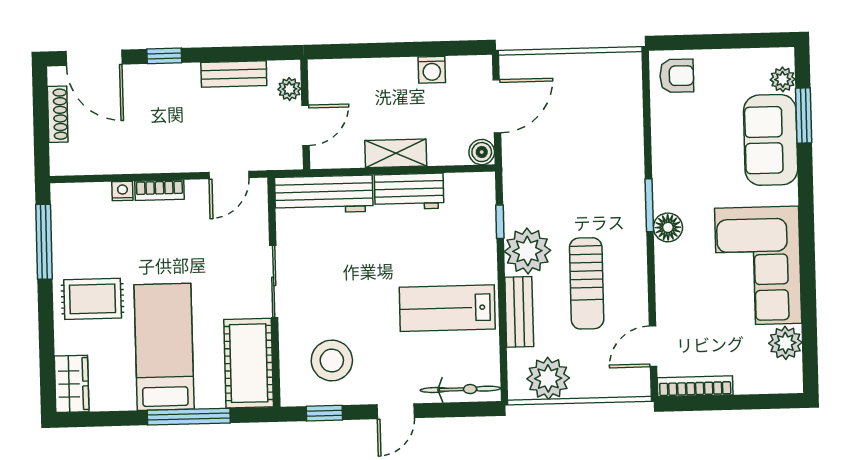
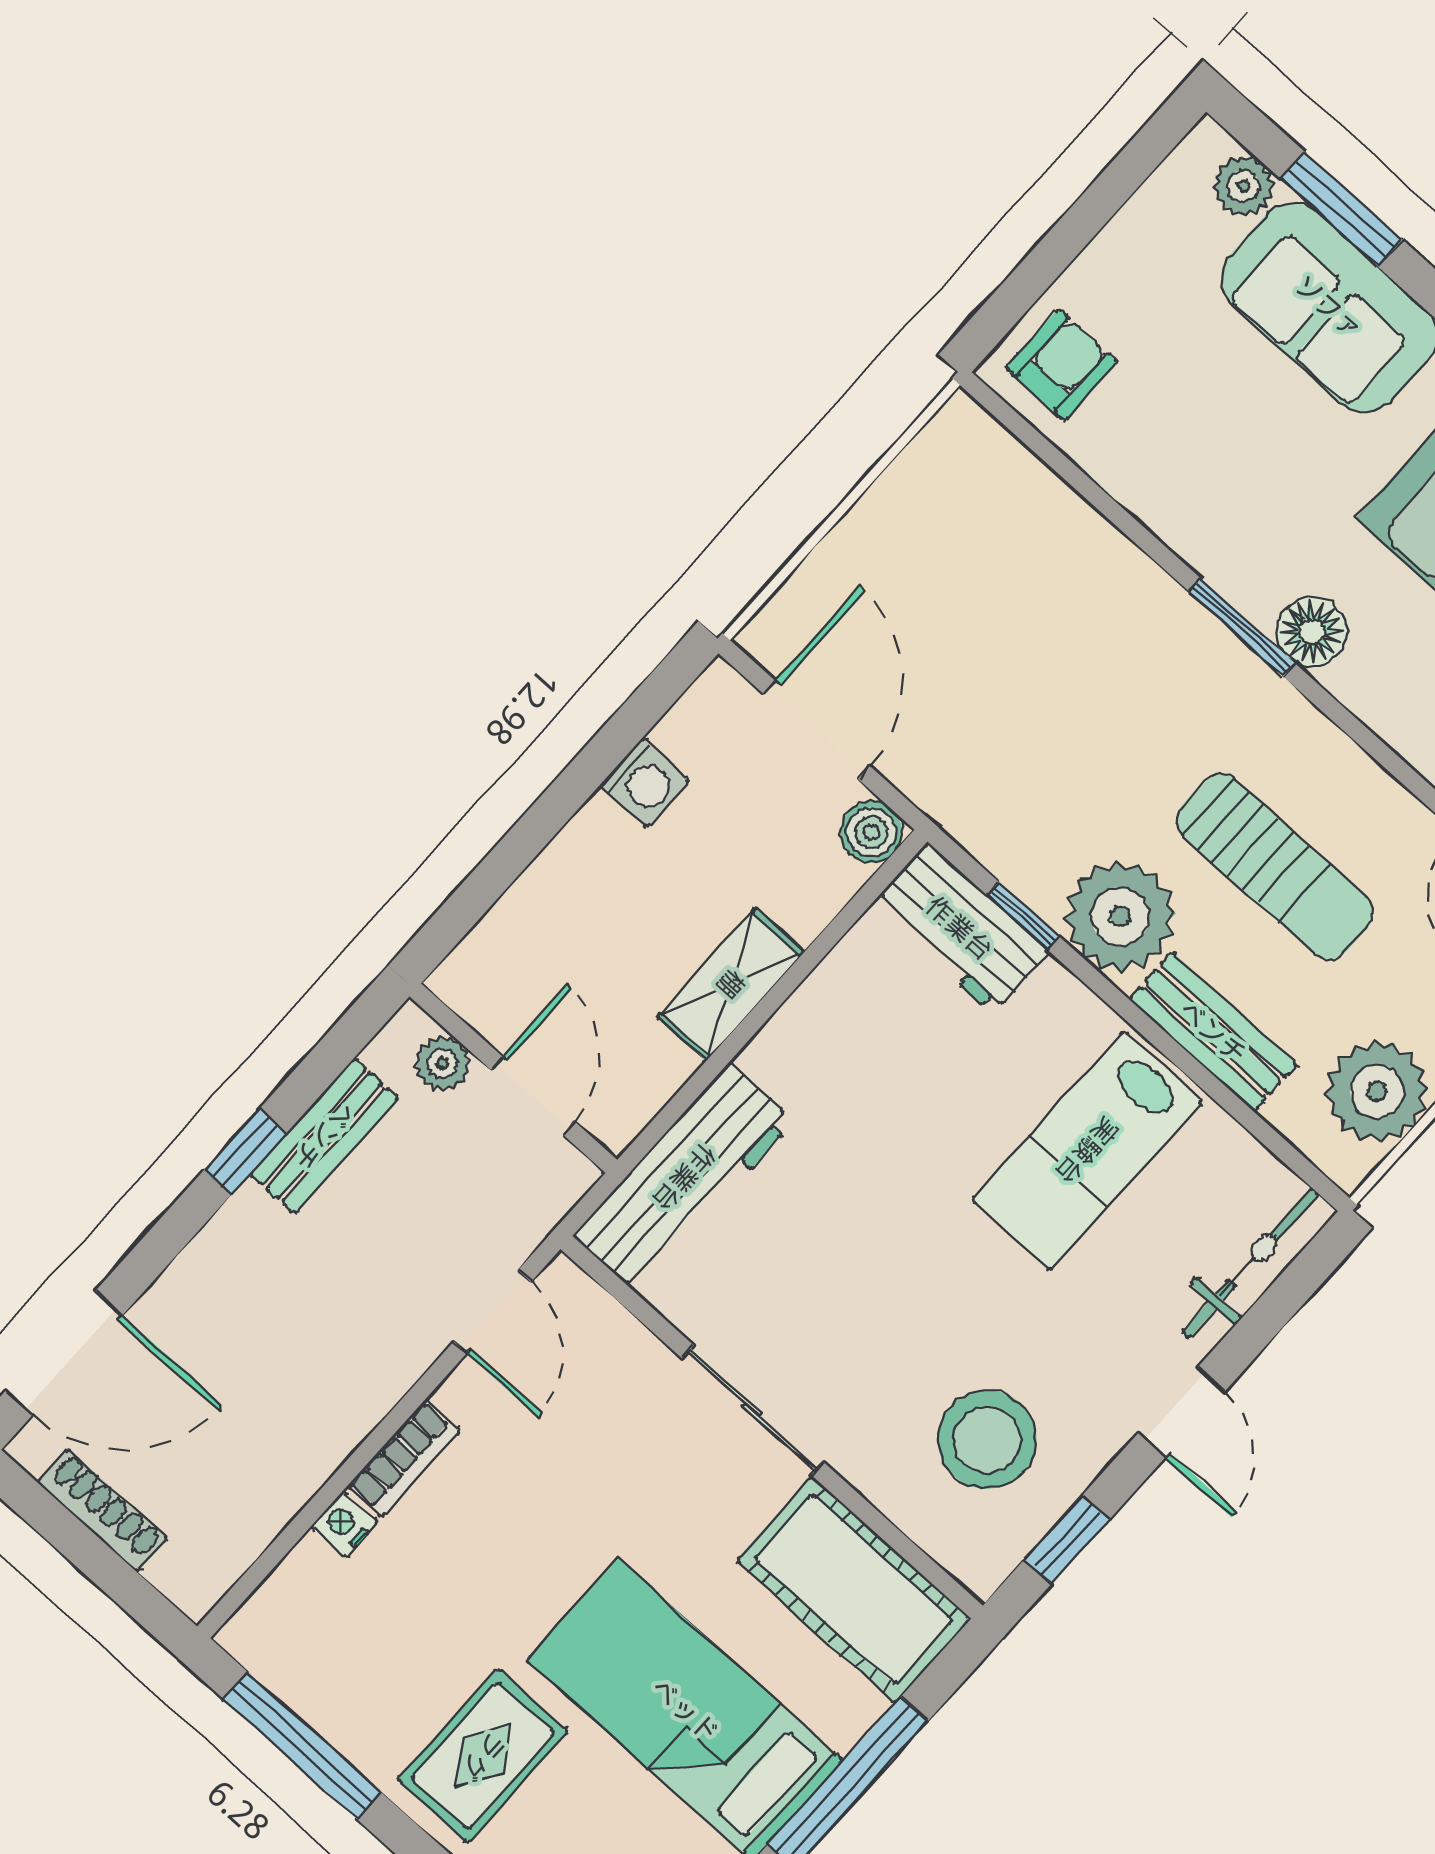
window: (164, 56) -> (245, 1152), moved
workbench: (409, 192) -> (960, 928), moved, turned 90

